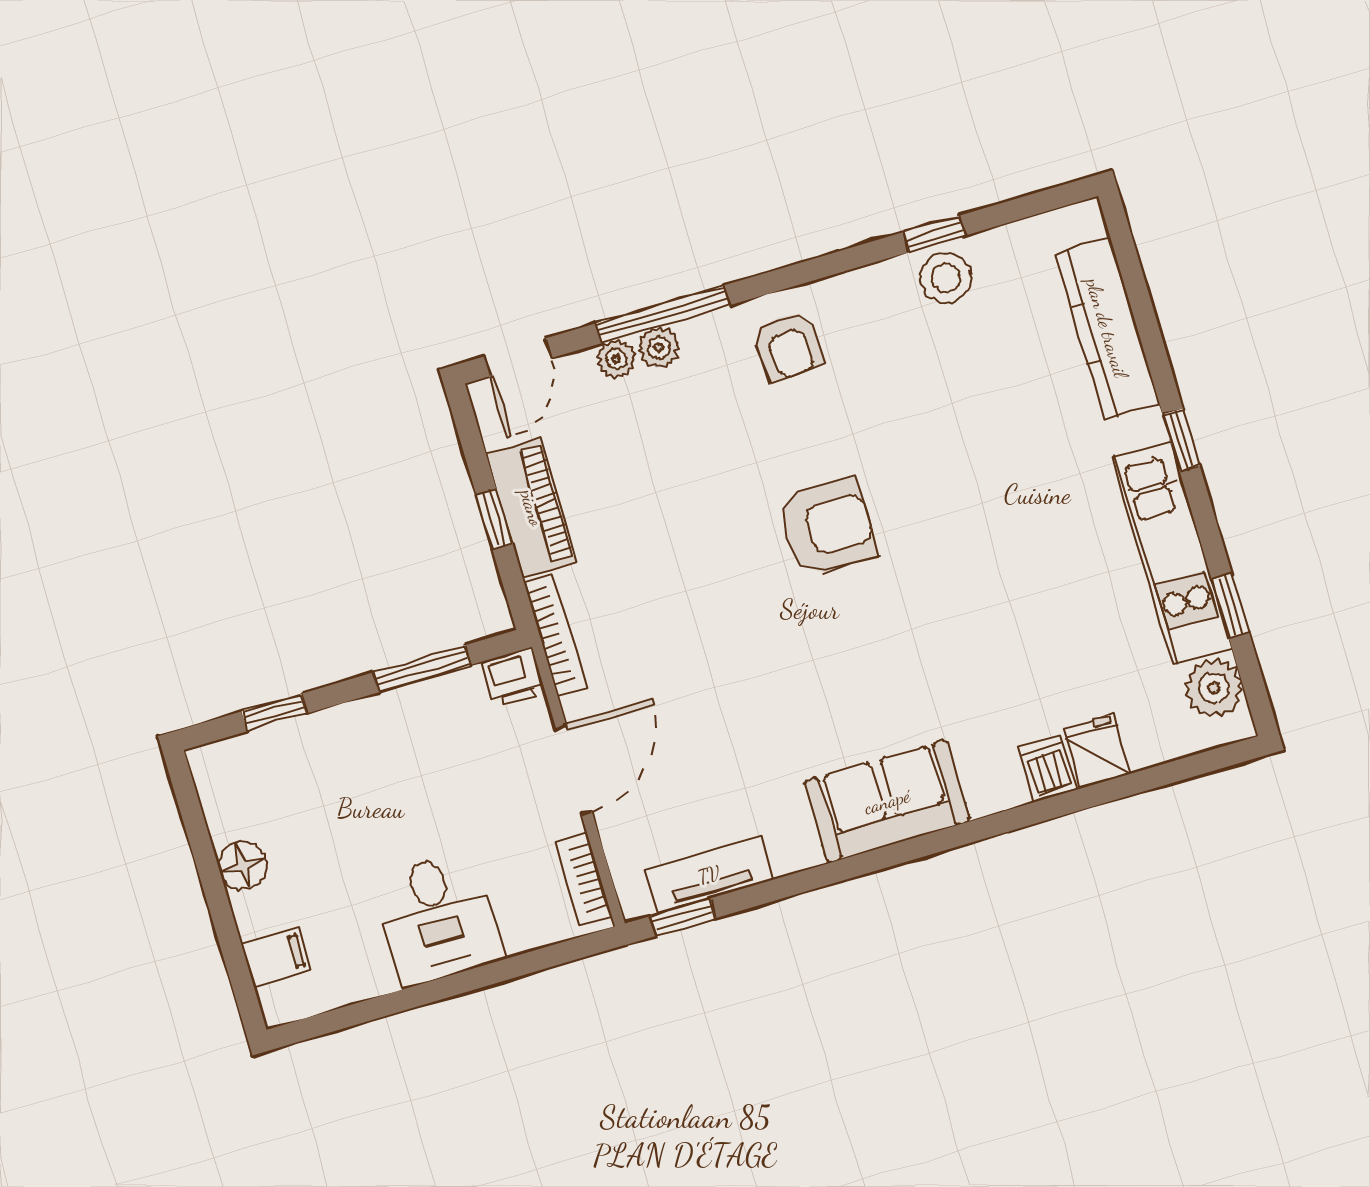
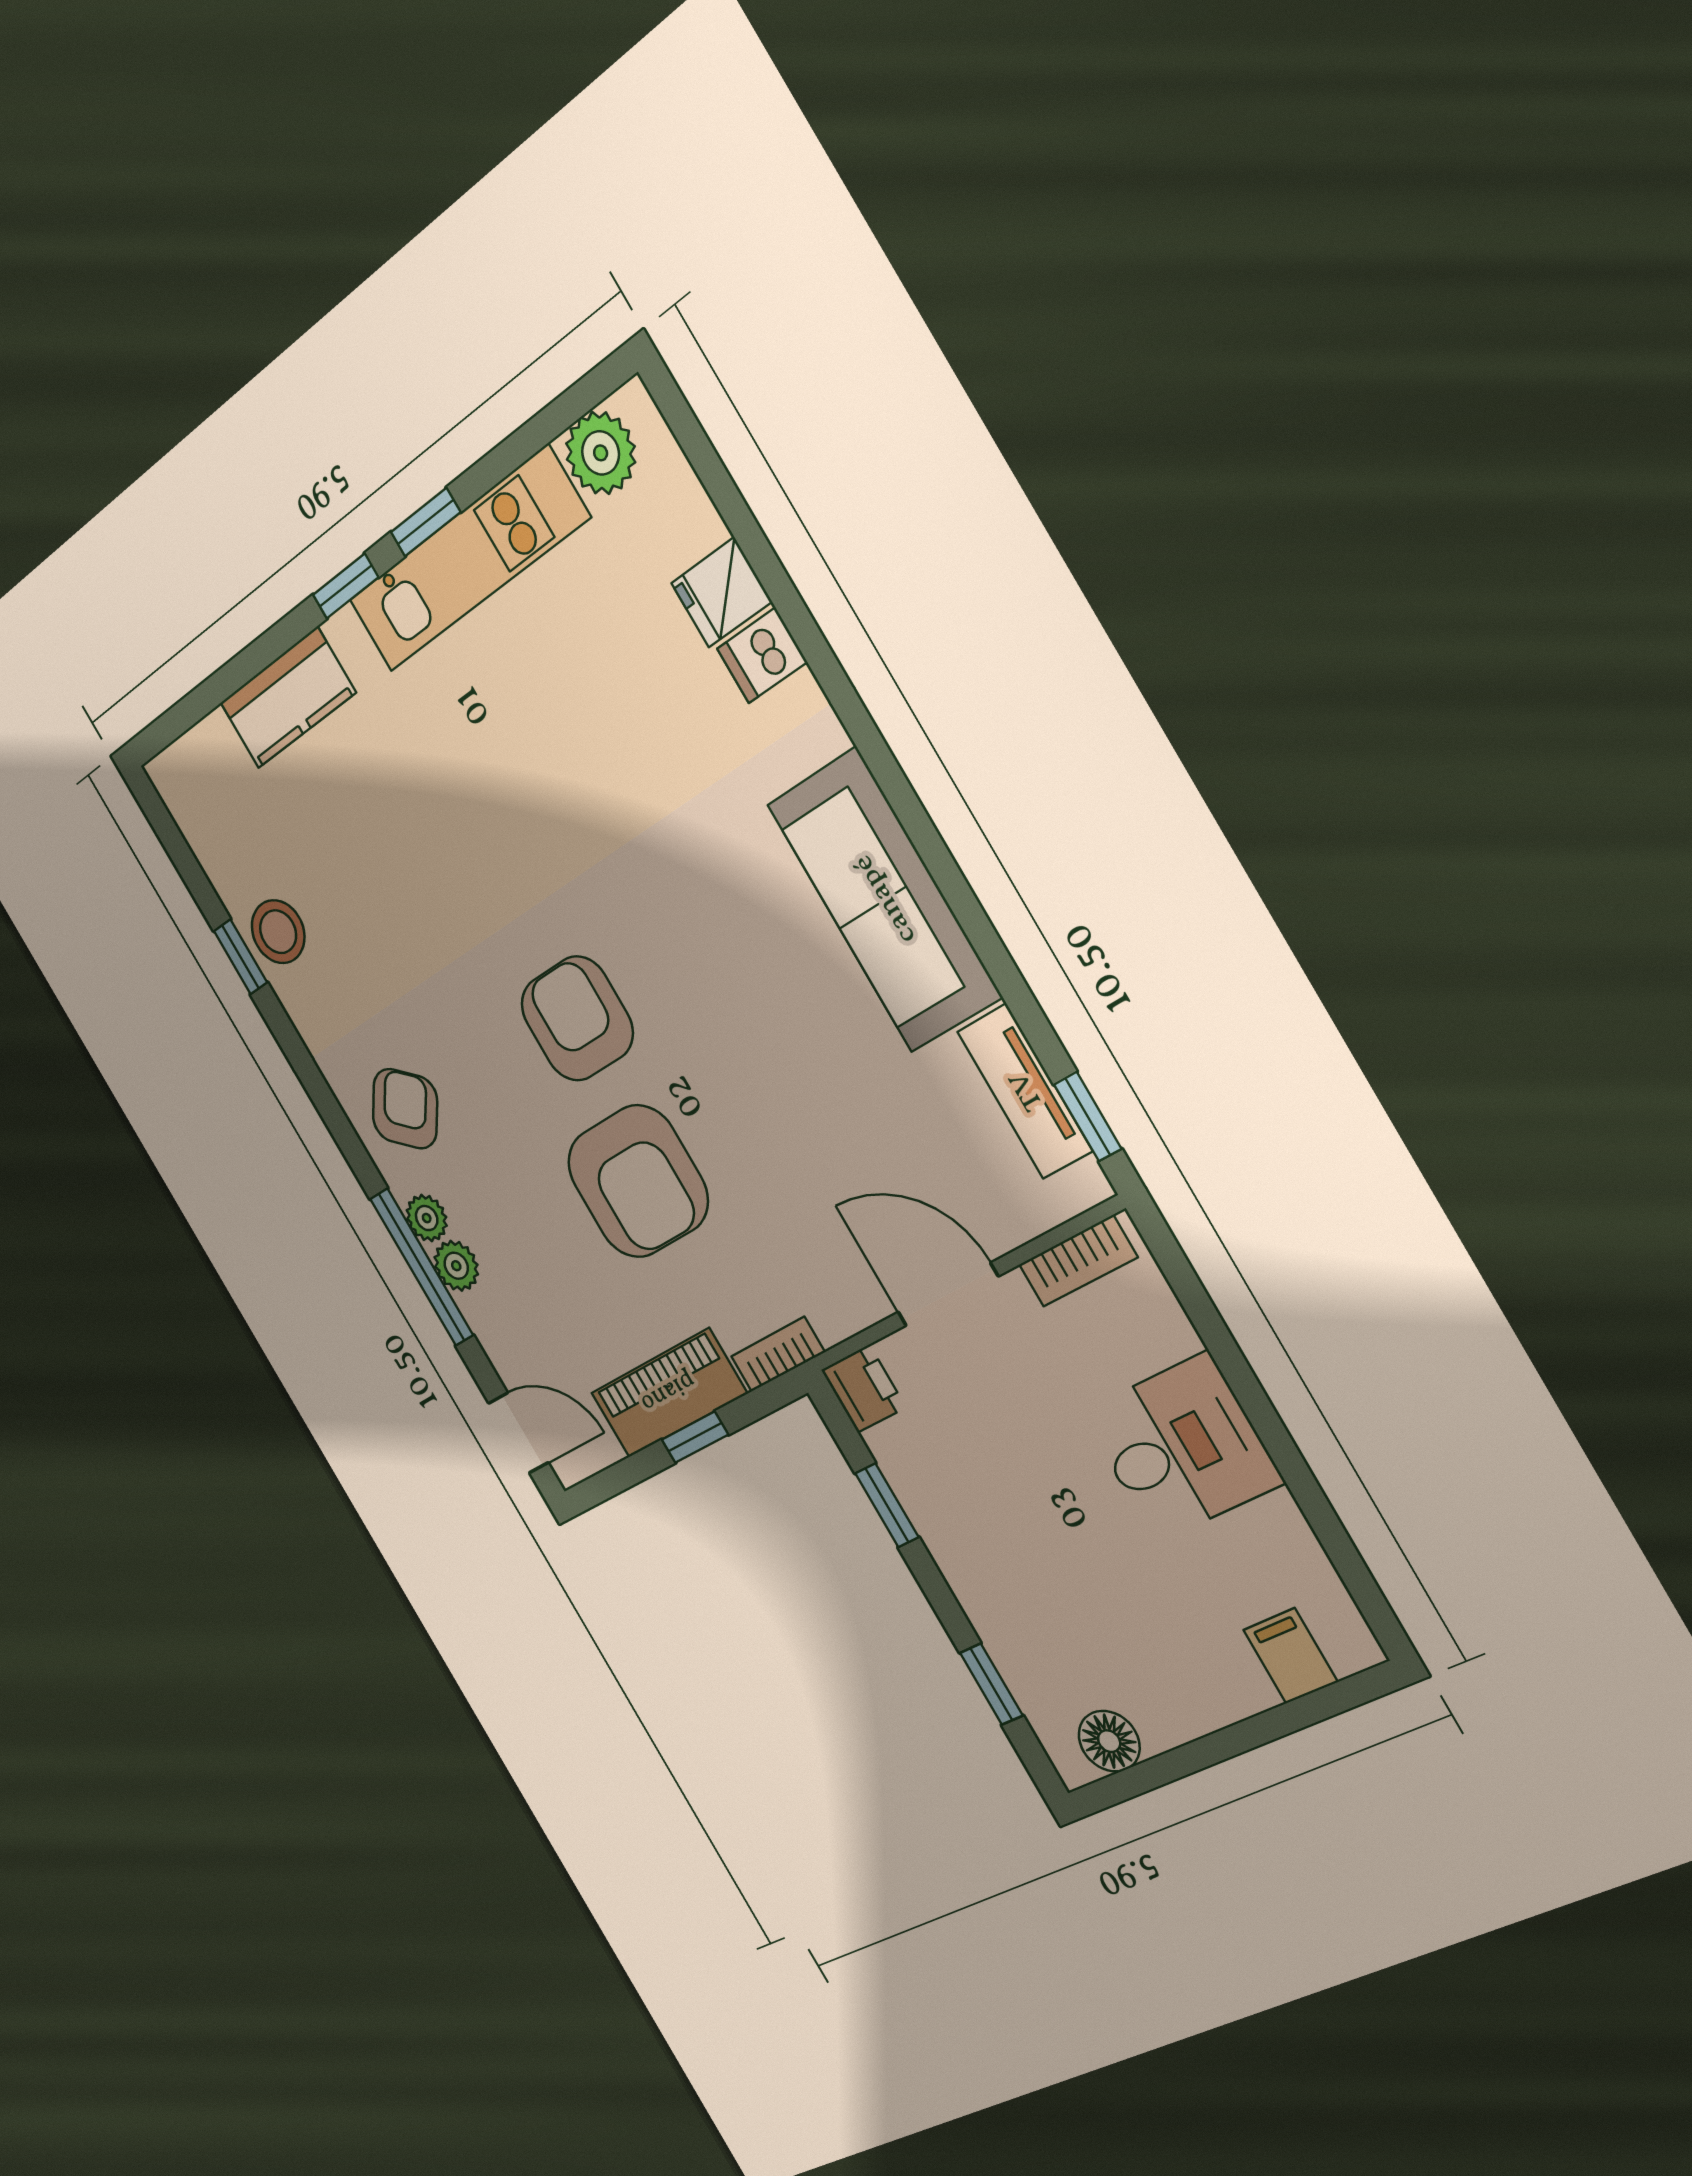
kitchen counter: (1107, 328) -> (288, 698), width x0.67
armchair: (789, 346) -> (405, 1109), turned -47
plant: (616, 359) -> (427, 1218), moved
armchair: (698, 537) -> (638, 1182), added
window: (1230, 606) -> (426, 522), moved
bookcase: (555, 634) -> (778, 1354), width x0.64
window: (422, 669) -> (887, 1505), width x0.67
sofa: (887, 801) -> (884, 900), width x1.36
floor lamp: (243, 865) -> (1109, 1741), moved

